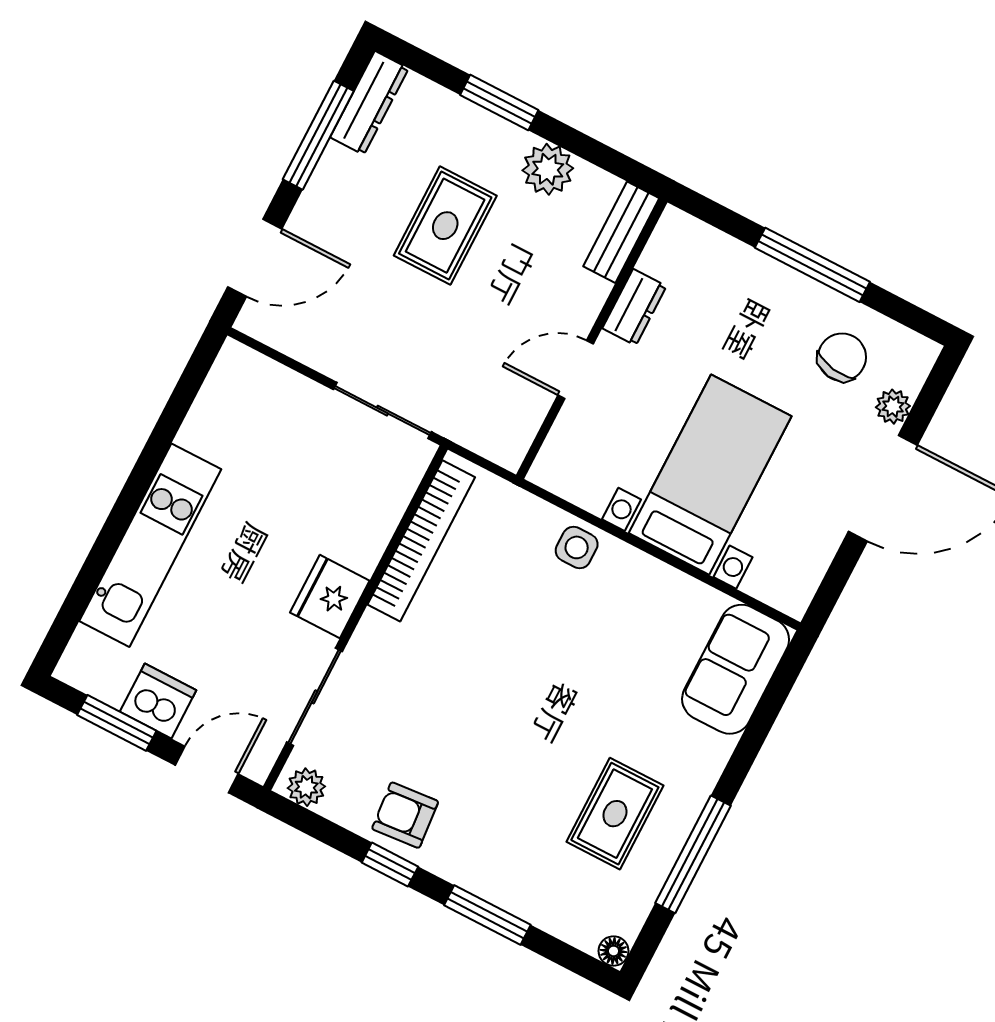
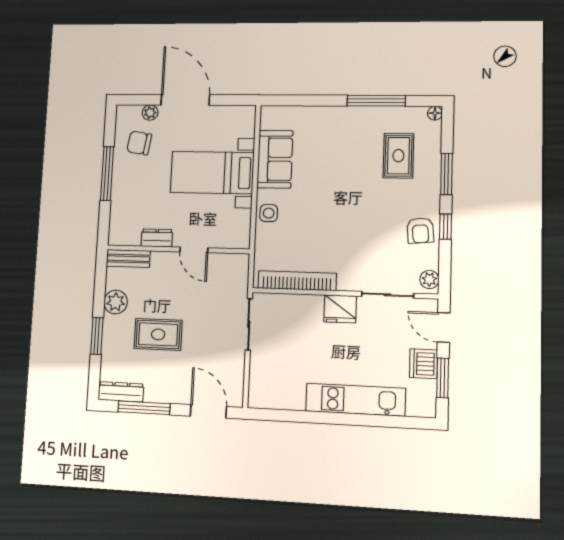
sofa: (736, 669) -> (275, 159), moved, turned -90
rug: (615, 814) -> (398, 156), moved, turned 90

